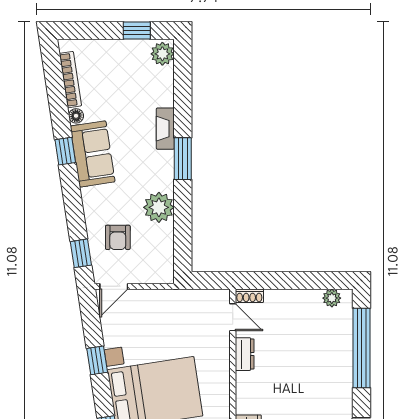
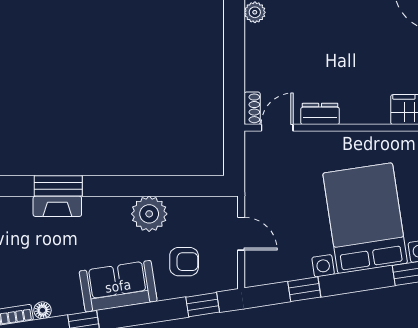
sofa: (93, 154) -> (118, 286), moved
window: (183, 159) -> (58, 186), moved
door: (114, 286) -> (241, 234), moved
window: (97, 360) -> (304, 289), moved

